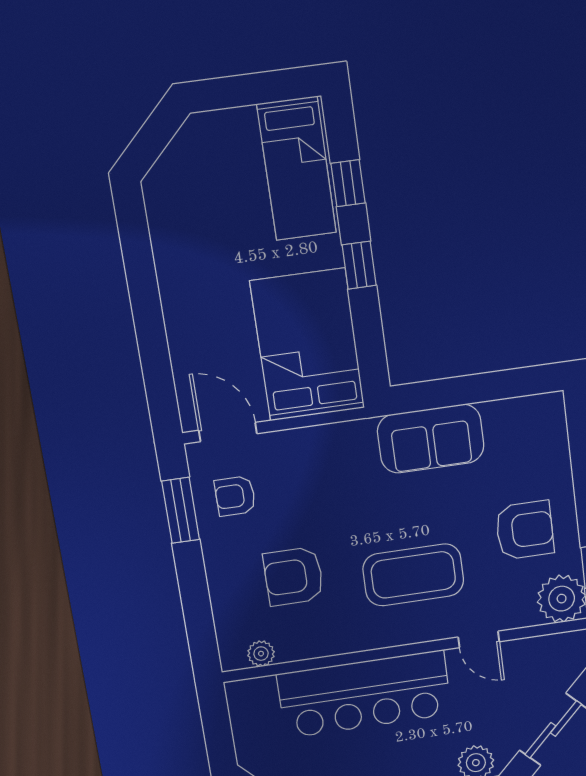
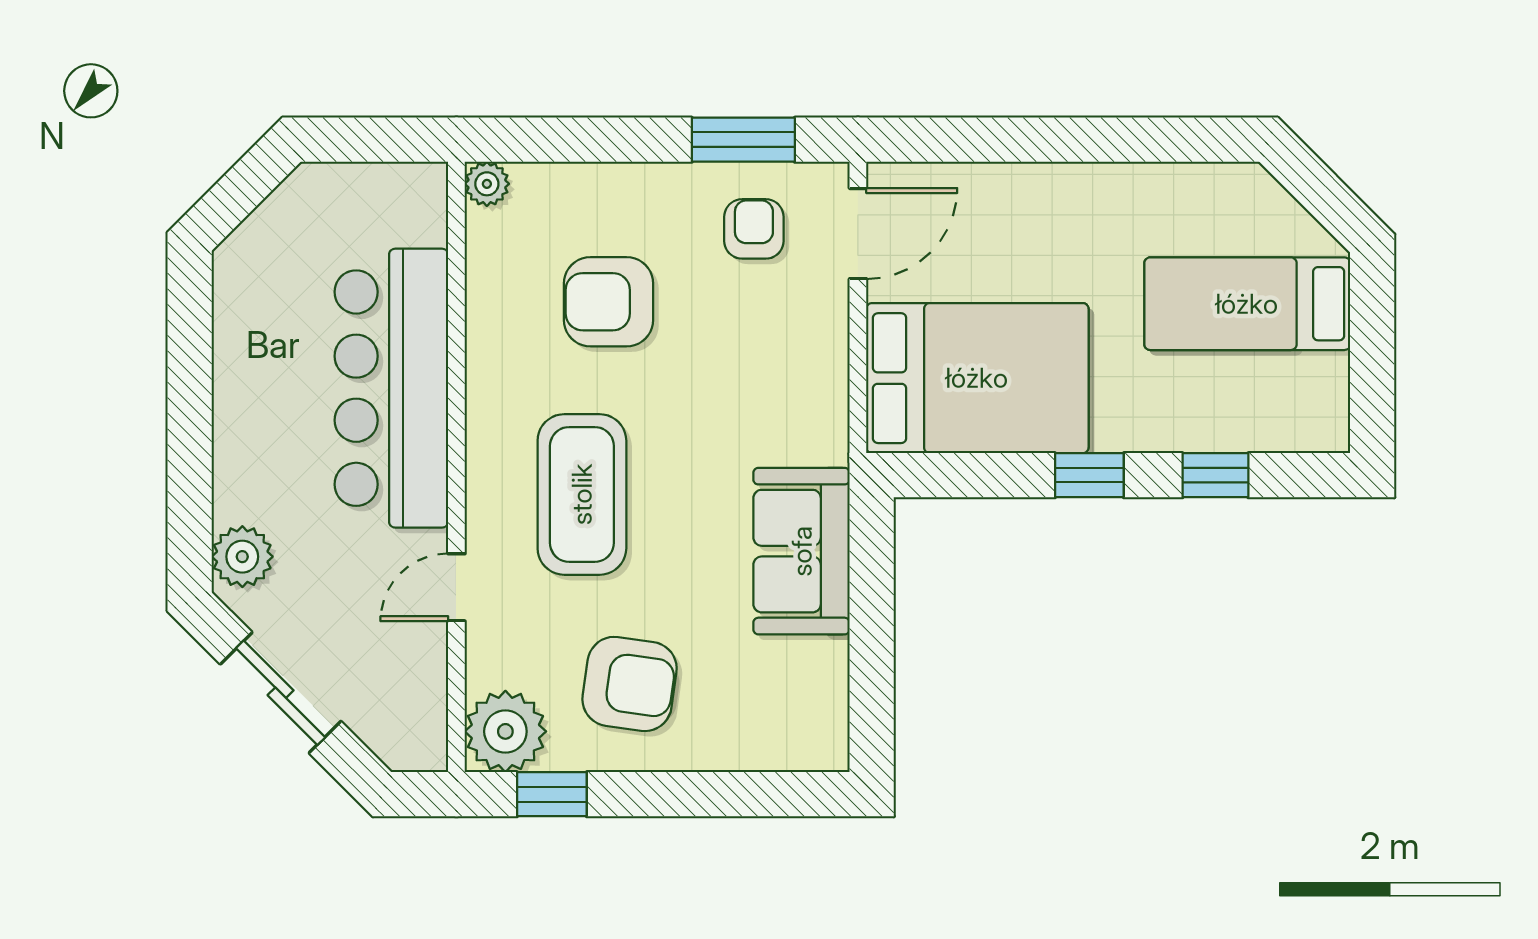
bed: (297, 169) -> (1247, 304), moved
armchair: (525, 530) -> (630, 684), turned -82
armchair: (294, 576) -> (609, 302), turned -90
plant: (261, 654) -> (487, 184), moved

